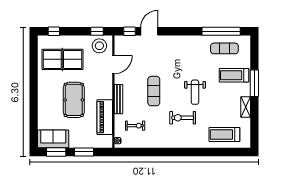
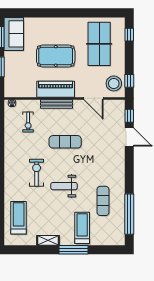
exercise mat: (224, 48) -> (103, 201), moved
piano: (105, 117) -> (56, 89), moved

